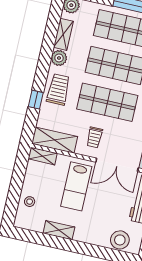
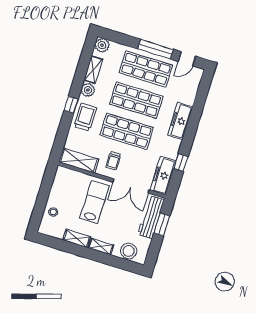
window: (36, 100) -> (71, 105), moved
shelving: (43, 156) -> (101, 247), moved
lab bench: (76, 186) -> (94, 202), turned 180

